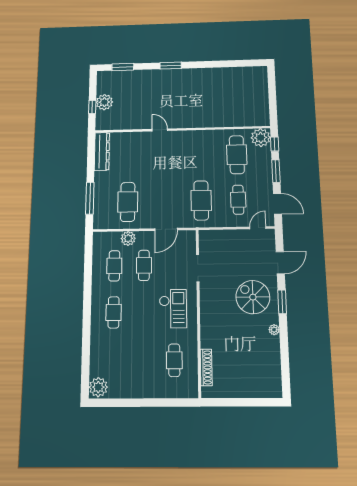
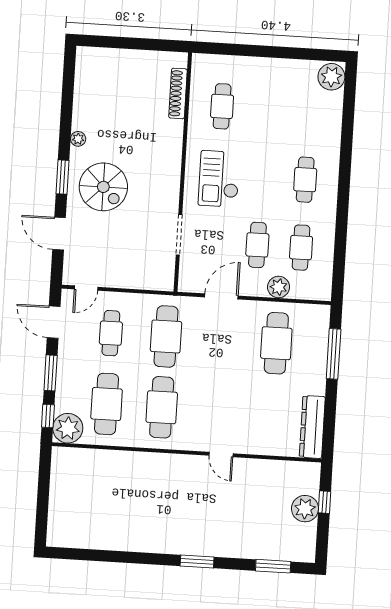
cafe table: (200, 156) -> (162, 407), added
door: (280, 263) -> (59, 234), hinge flipped

